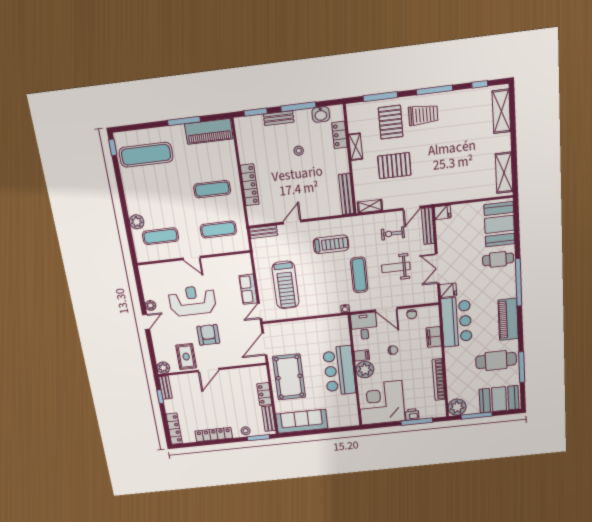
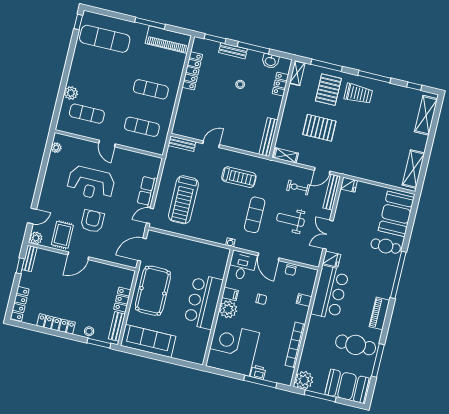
shelving: (356, 147) -> (297, 73), moved
locker: (250, 185) -> (192, 71), moved
reception desk: (192, 301) -> (91, 183), turned 180
plant: (151, 305) -> (56, 148), moved
piano: (508, 319) -> (379, 313), width x0.73, depth x0.75
door: (146, 322) -> (32, 216), moved
filing cabinet: (434, 337) -> (304, 300), width x0.50

